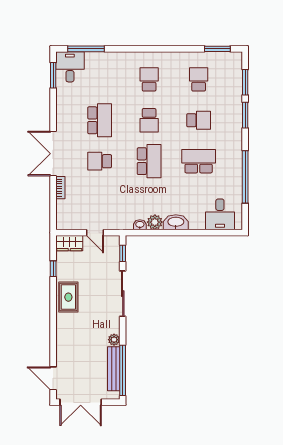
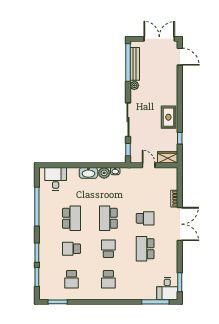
school desk: (199, 161) -> (71, 218), turned -90

